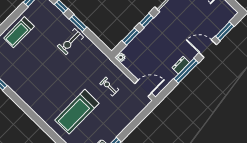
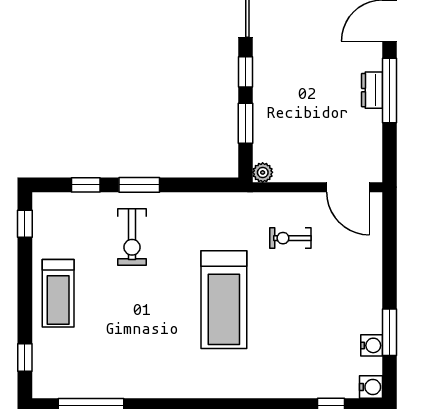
exercise bike: (70, 42) -> (132, 237), moved
door: (143, 88) -> (348, 187), swing flipped
treadmill: (77, 112) -> (224, 300), moved

